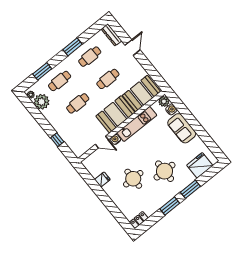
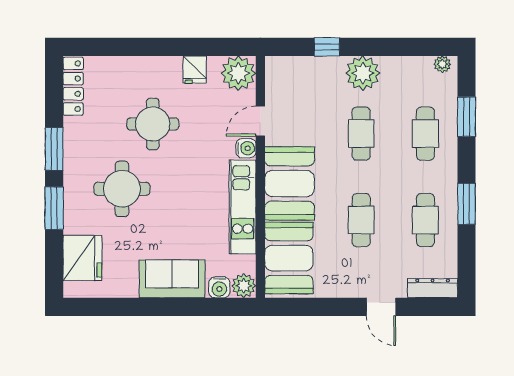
plant: (42, 102) -> (363, 73), moved
plant: (91, 163) -> (238, 73), added
locker: (139, 220) -> (73, 86), width x1.53

